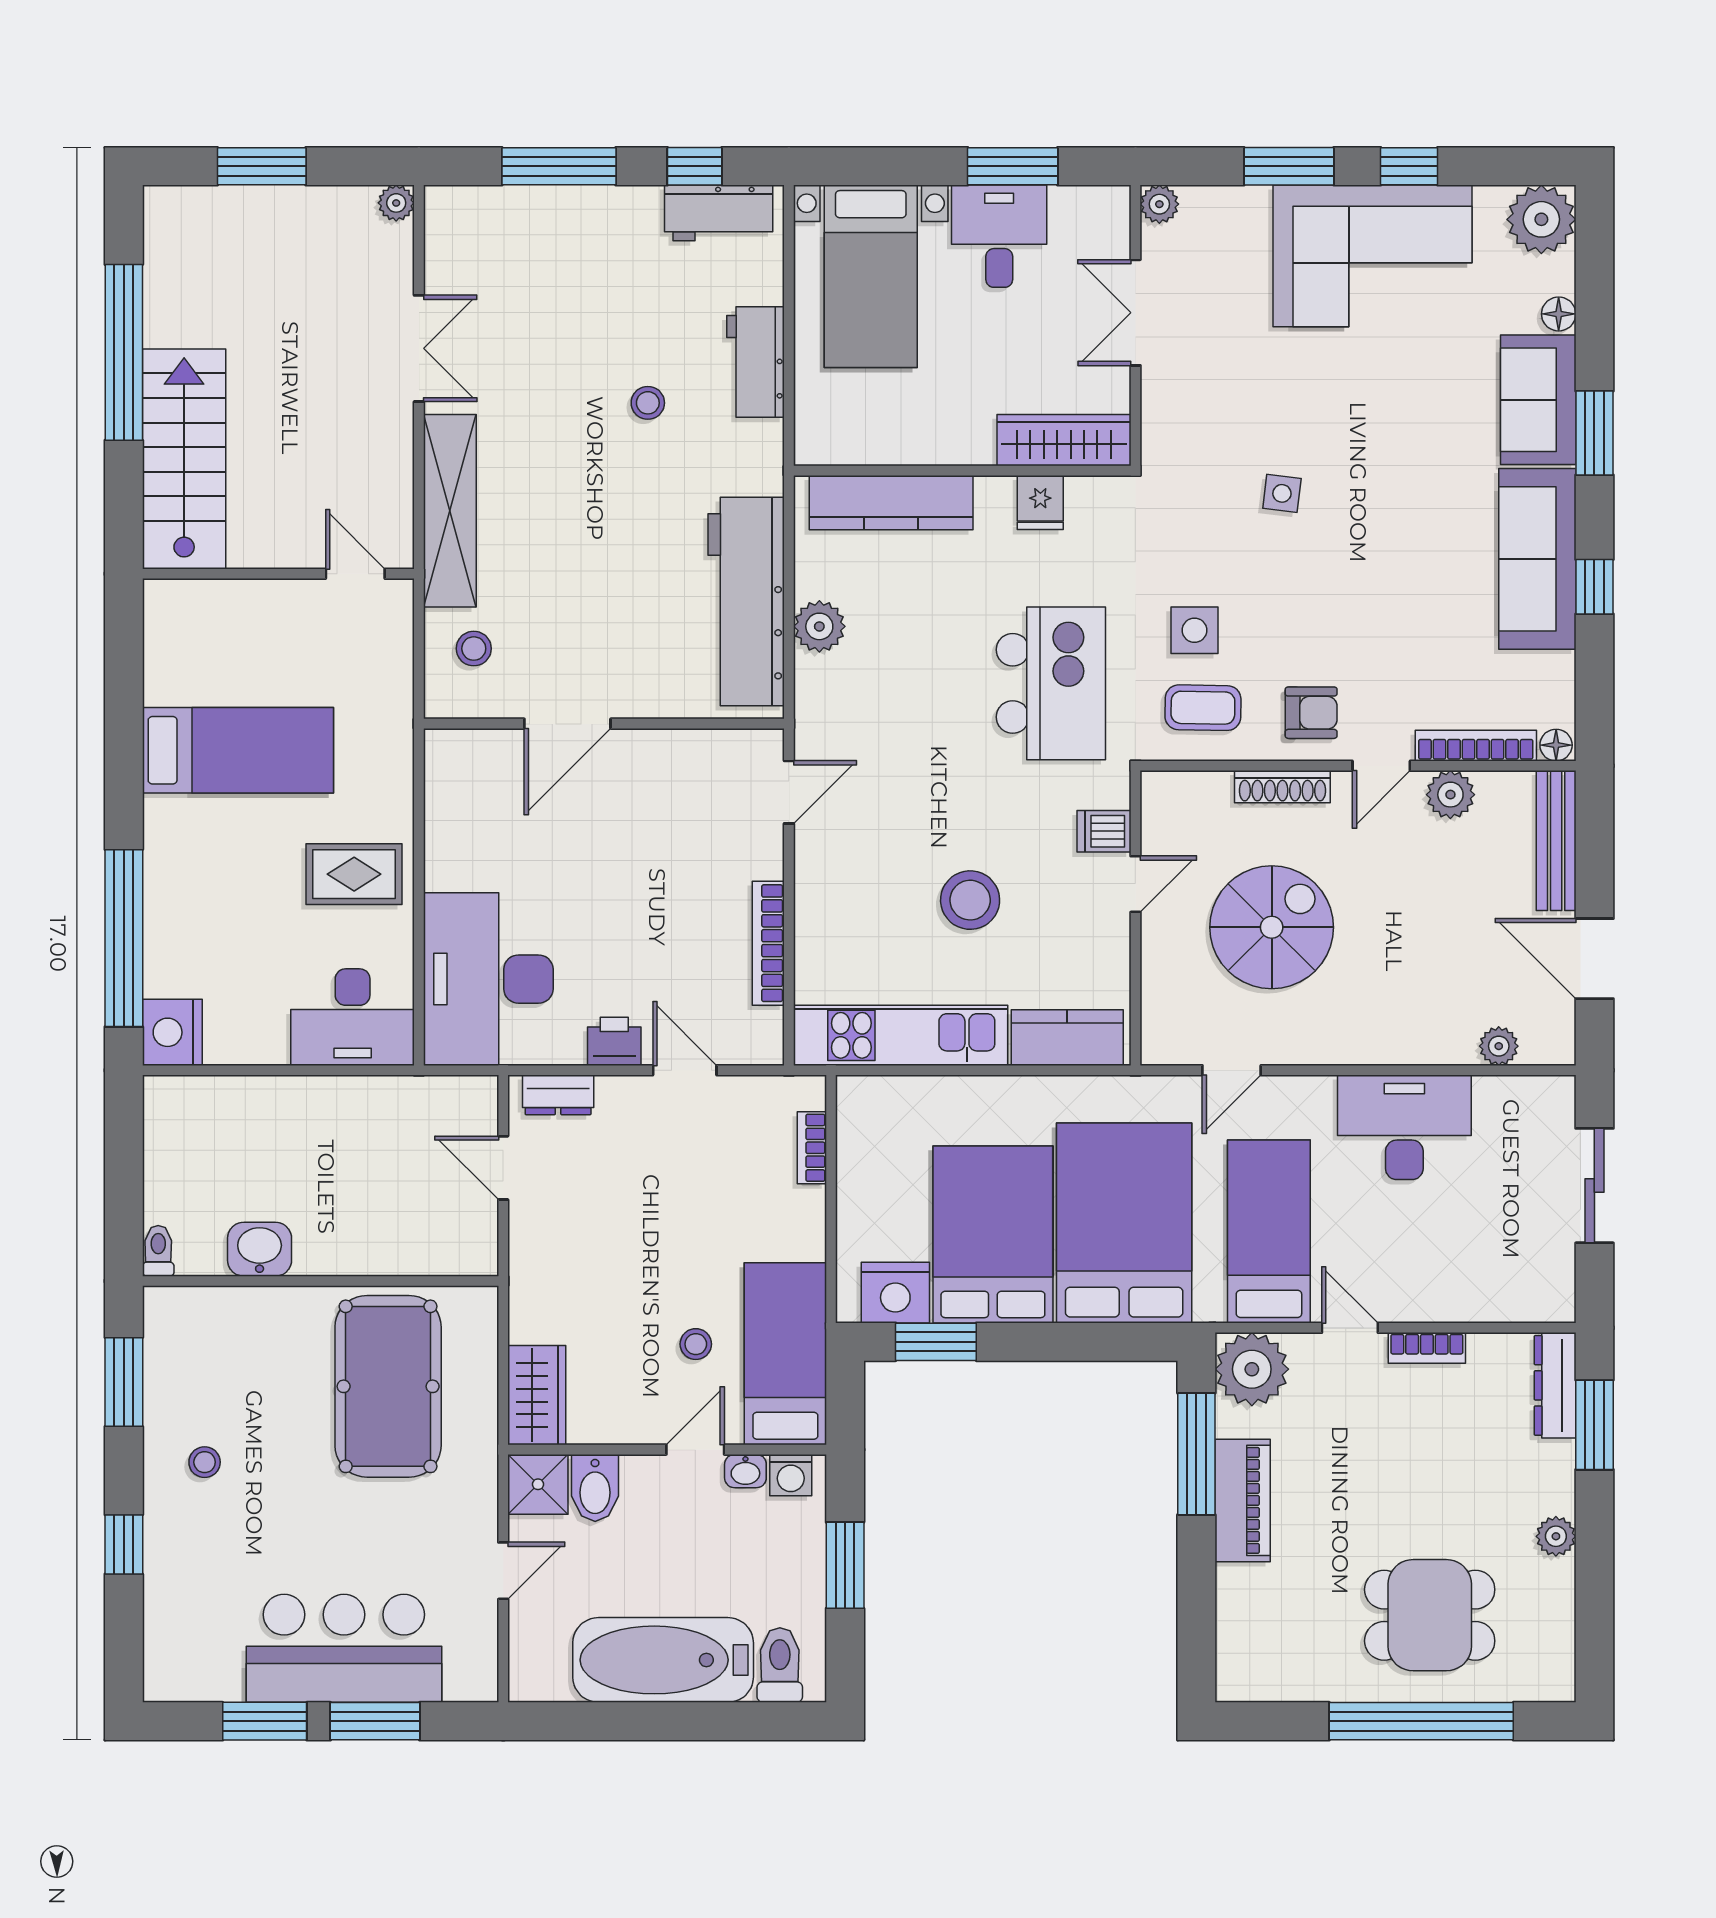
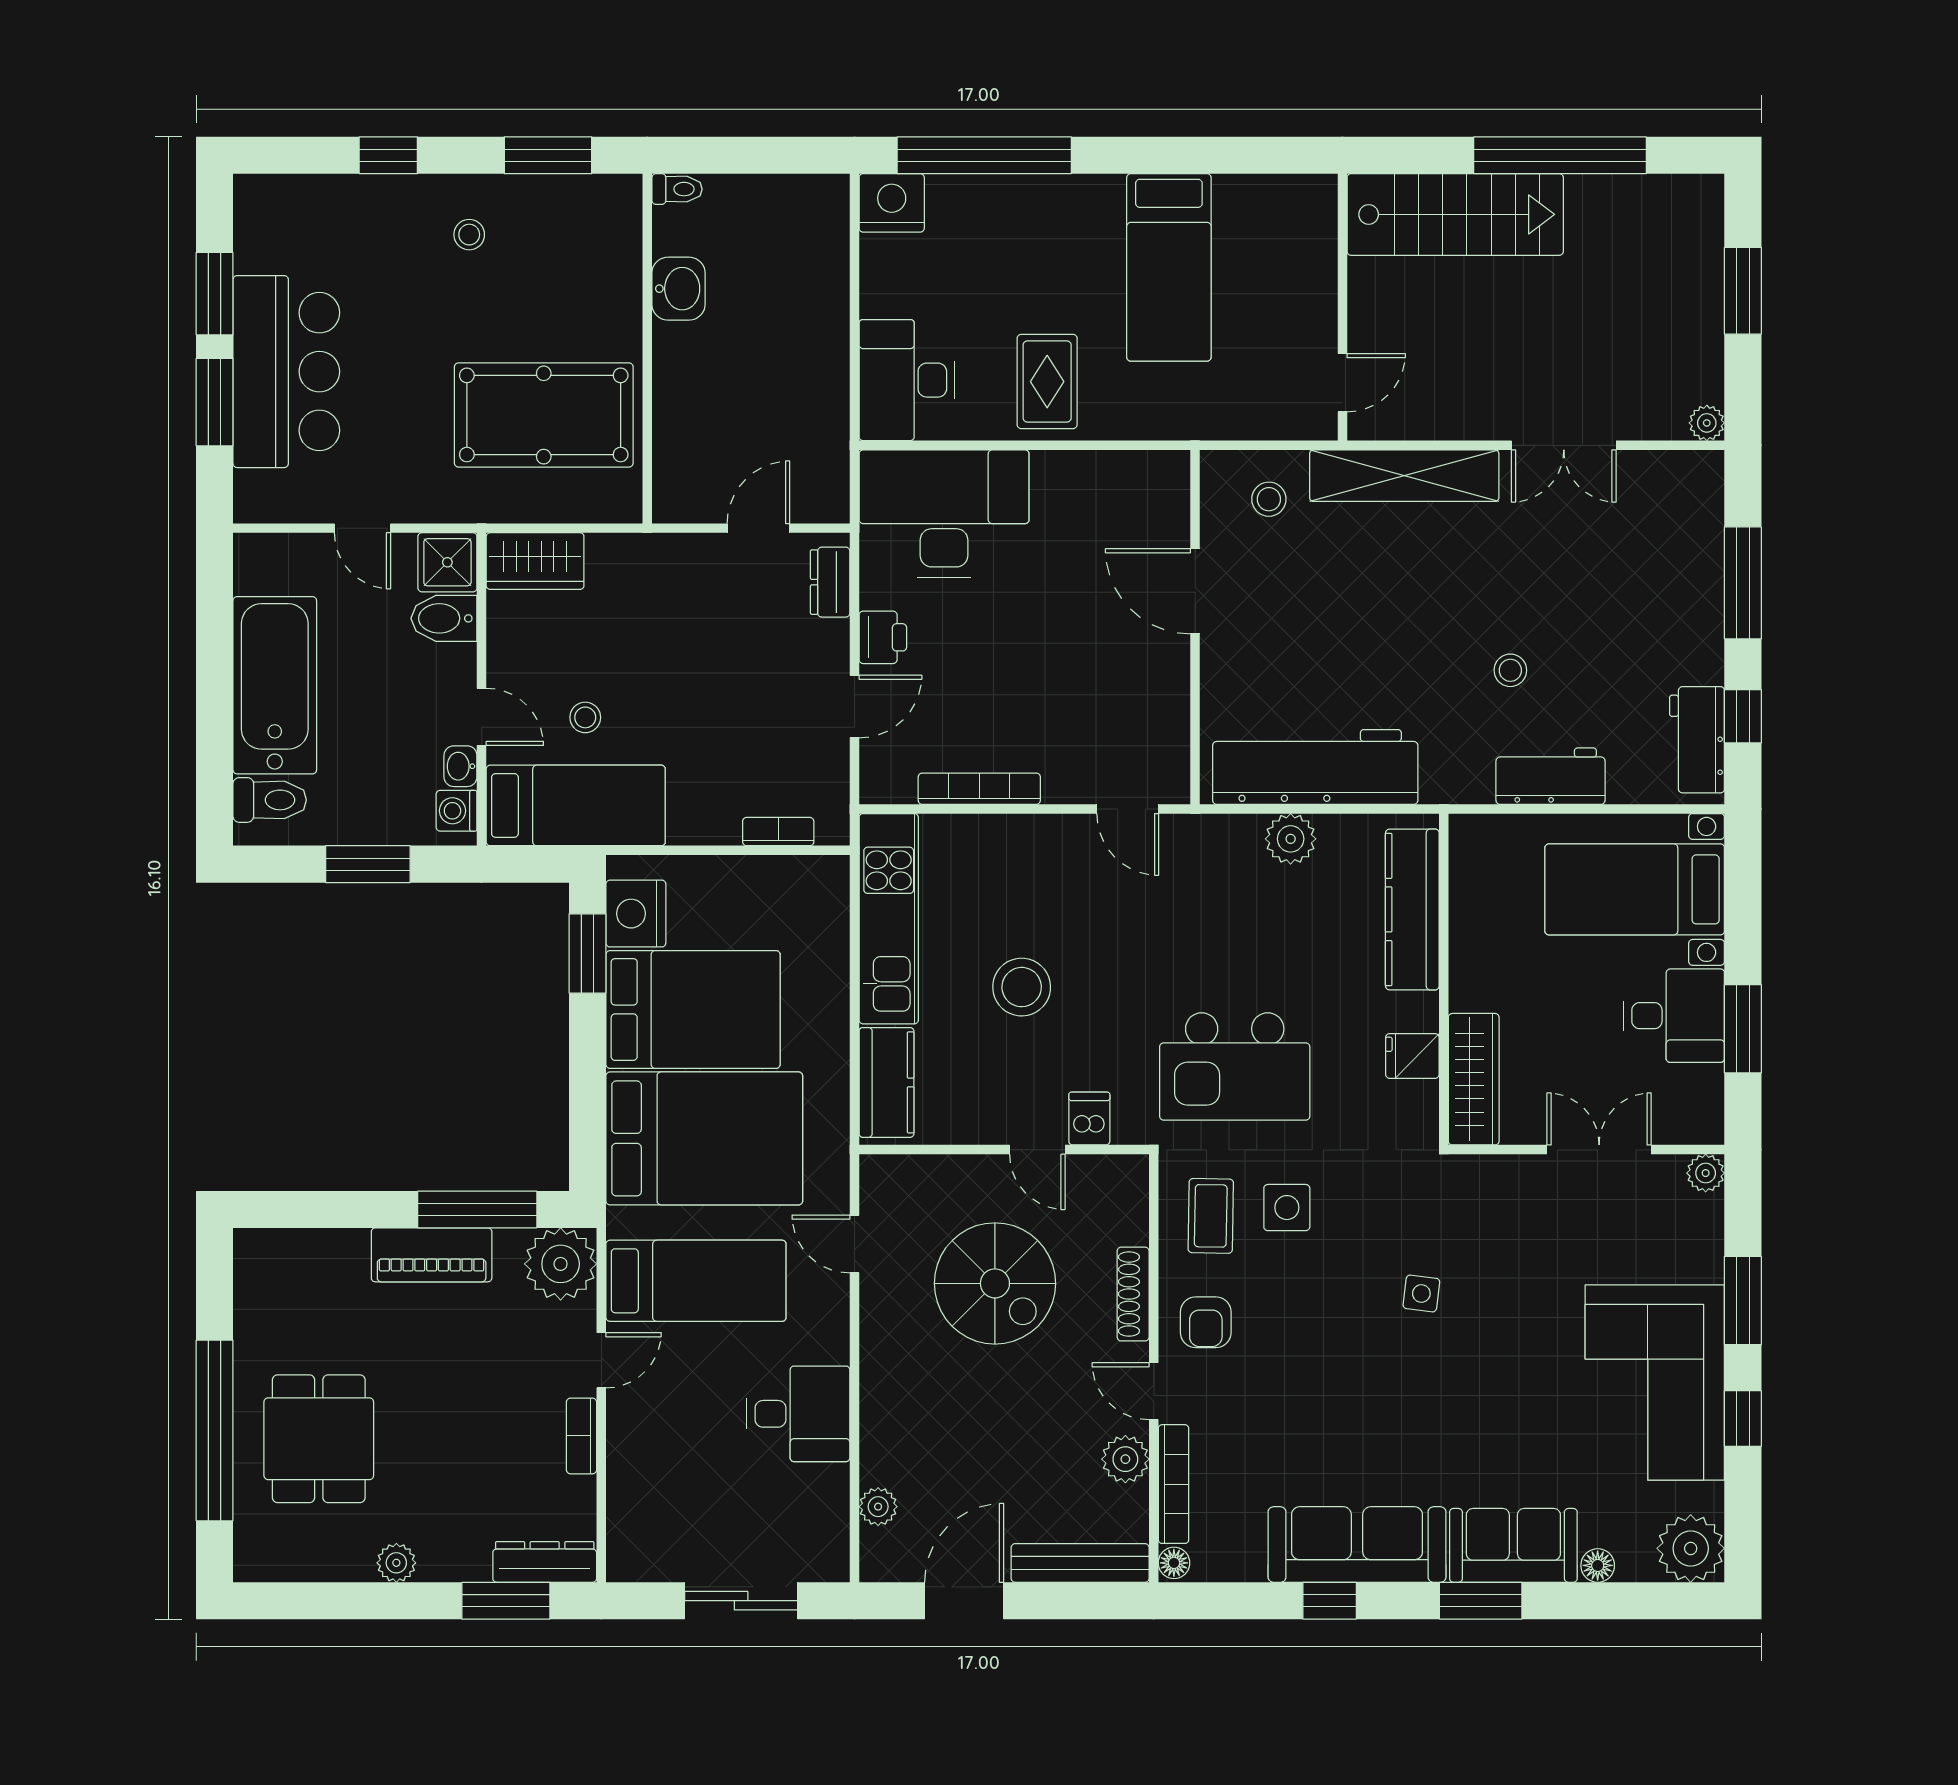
desk: (1404, 1127) -> (798, 1414), width x0.73

